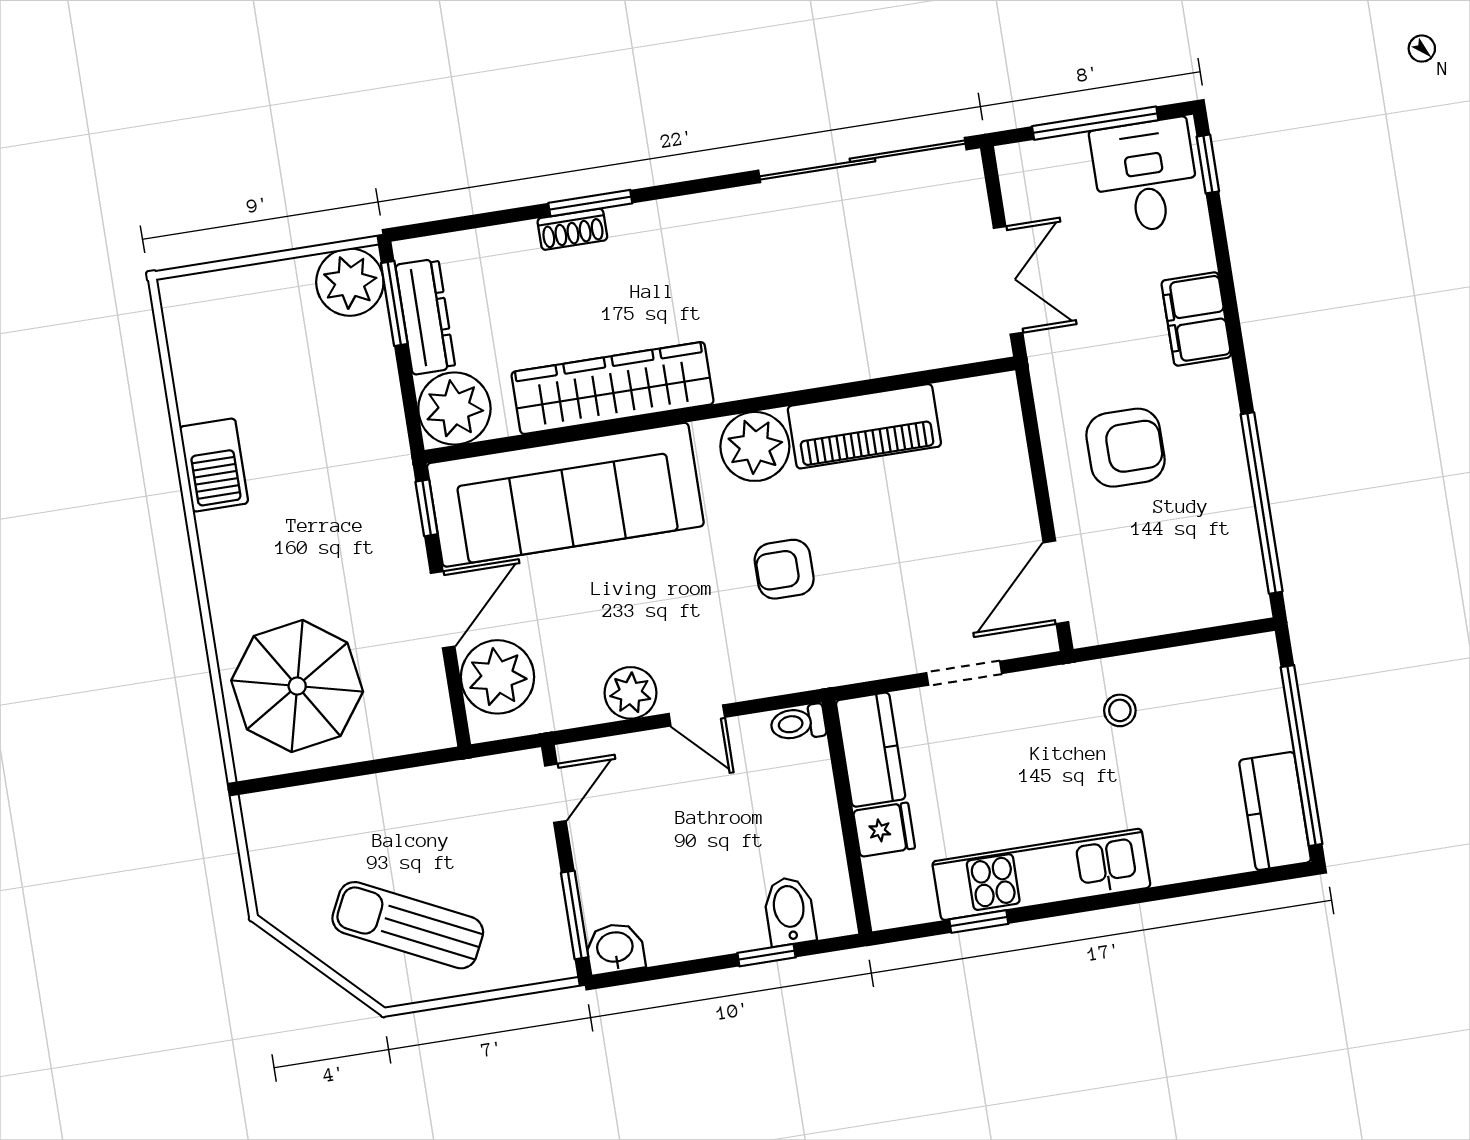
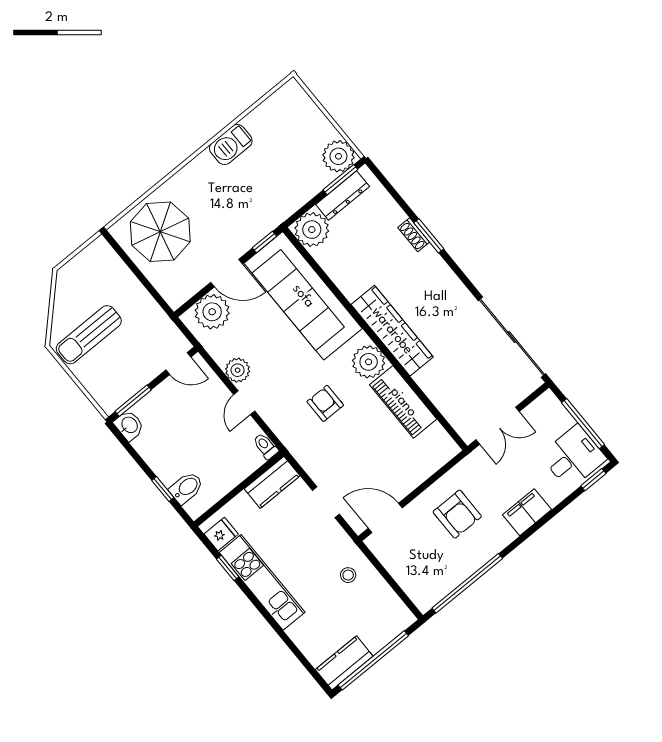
wardrobe: (613, 388) -> (392, 331), moved
fridge: (884, 830) -> (221, 534), moved, turned -90
sun lounger: (408, 925) -> (89, 335), turned -116

